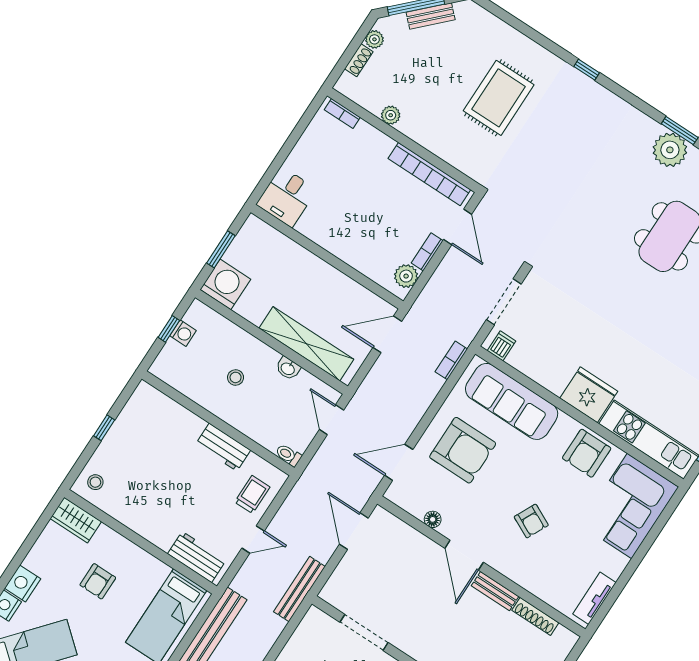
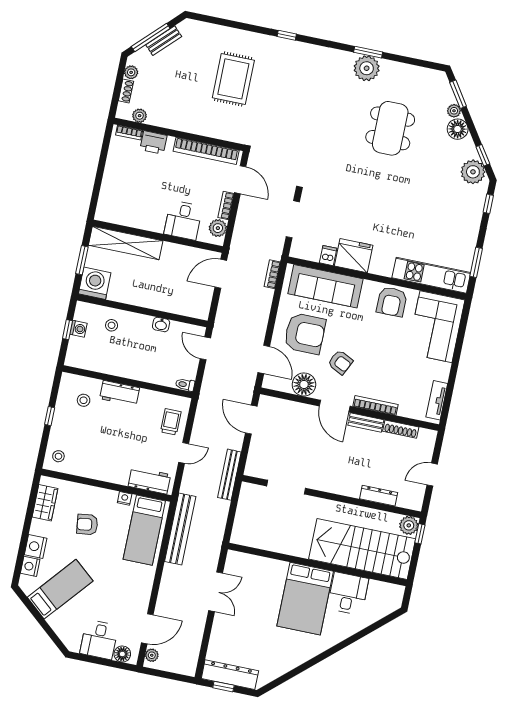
plant: (391, 115) -> (140, 116), moved
printer: (368, 138) -> (153, 142), added
desk: (287, 197) -> (183, 220), moved
shelving: (306, 344) -> (126, 243), moved
dishwasher: (501, 346) -> (328, 256), moved
stool: (236, 377) -> (112, 325), moved
fridge: (589, 395) -> (354, 256), moved
stool: (154, 425) -> (84, 400), added
workbench: (223, 447) -> (120, 393), moved
door: (399, 462) -> (264, 359), swing flipped
floor lamp: (433, 519) -> (304, 384), width x1.89, depth x1.89
wardrobe: (76, 520) -> (45, 503), moved, turned -90
armchair: (531, 521) -> (340, 362), moved
nightstand: (157, 567) -> (125, 498), added
bookcase: (515, 574) -> (376, 405), added
armchair: (98, 581) -> (87, 524), turned 83

